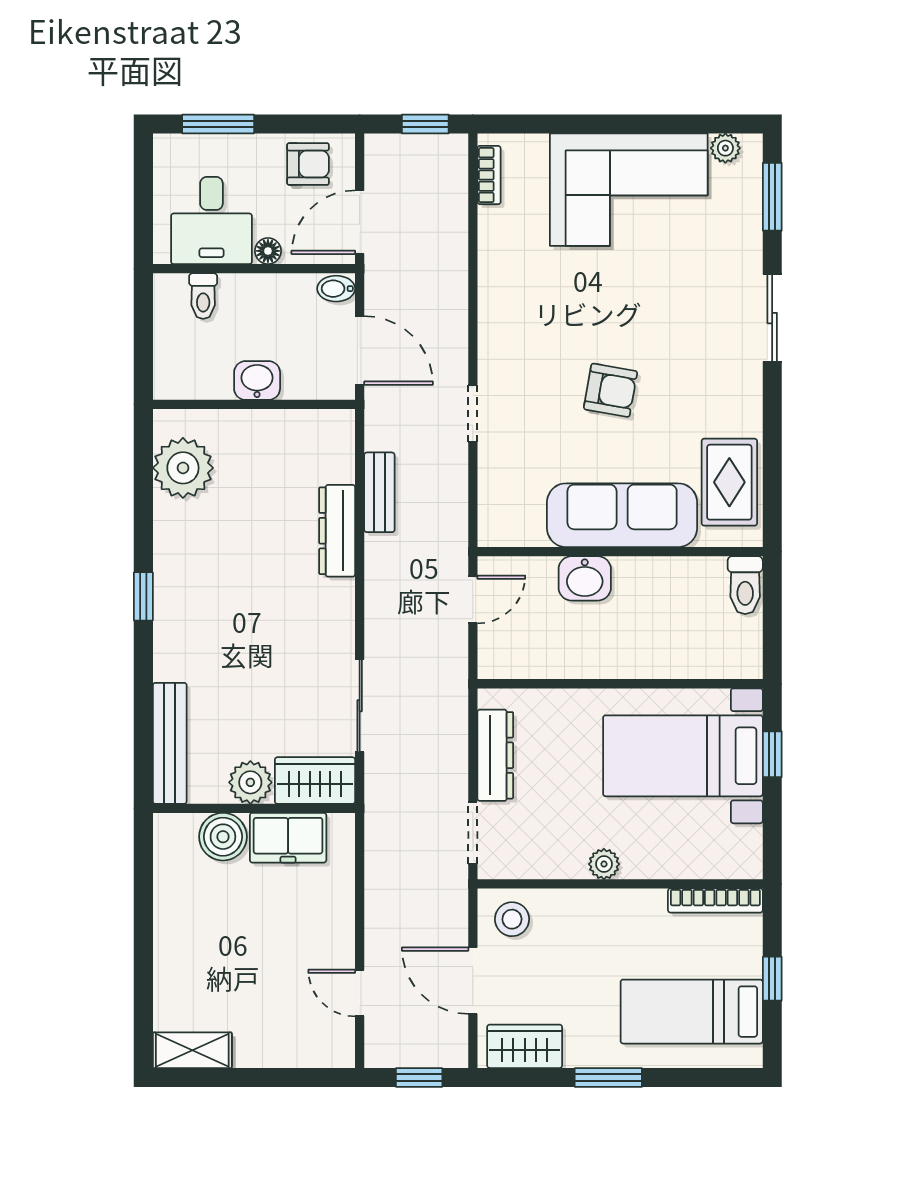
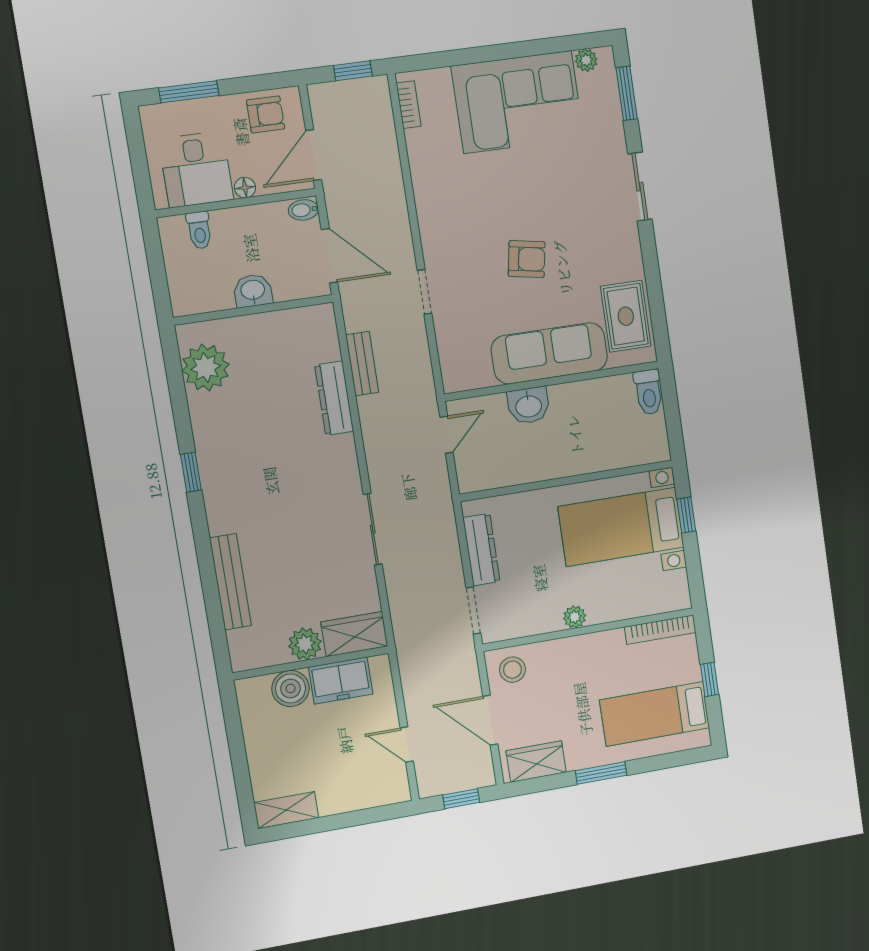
wardrobe: (315, 781) -> (354, 634), moved
plant: (250, 782) -> (305, 644), moved
wall: (254, 808) -> (311, 663), moved
boiler: (223, 837) -> (291, 688), moved
freezer: (288, 838) -> (341, 681), moved

